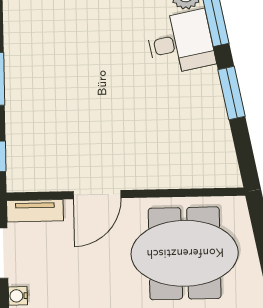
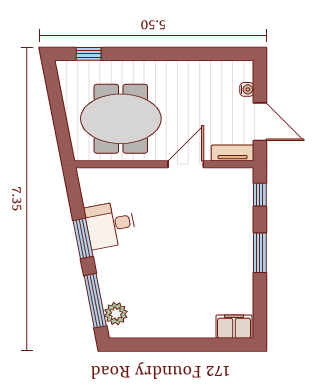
desk: (180, 42) -> (110, 225), moved

